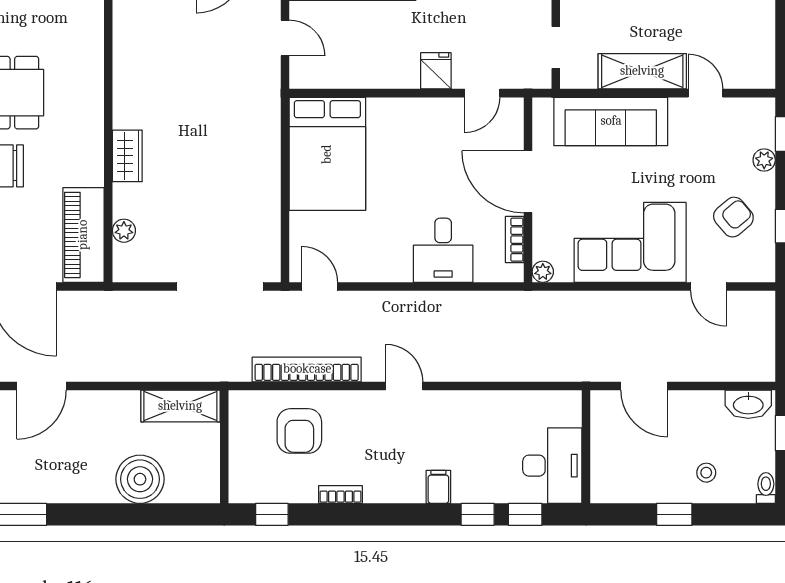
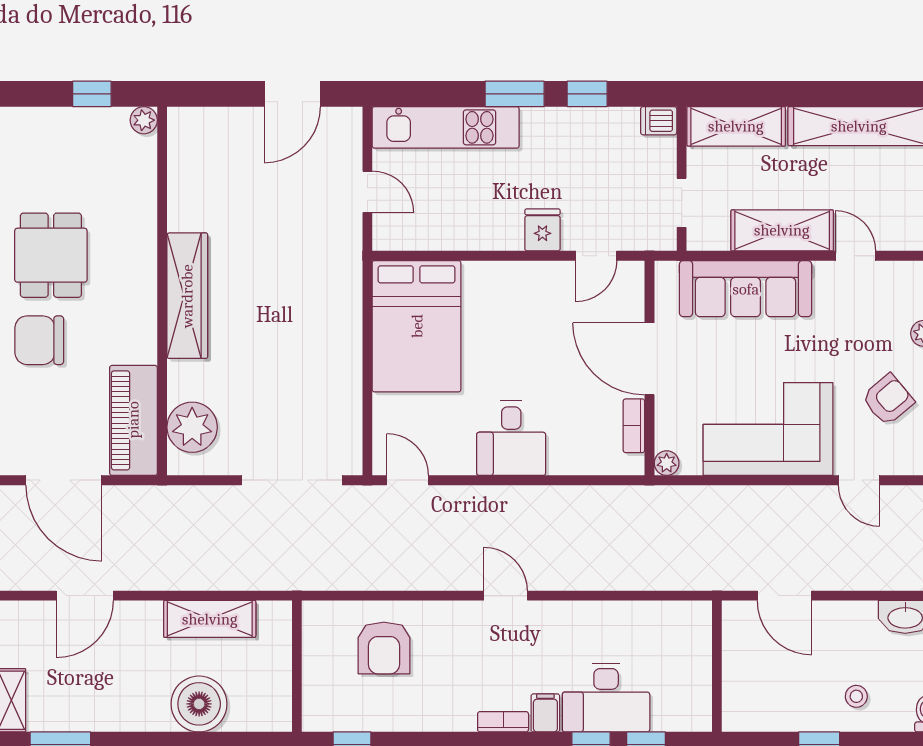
wardrobe: (127, 156) -> (187, 296), width x2.10, depth x1.17
plant: (124, 231) -> (192, 427), width x1.88, depth x1.88
desk: (443, 250) -> (511, 438), moved
bookcase: (307, 369) -> (392, 576), removed
shelving: (180, 406) -> (210, 619), moved
desk: (552, 466) -> (606, 698), moved, turned 90
bookcase: (340, 495) -> (503, 722), moved

